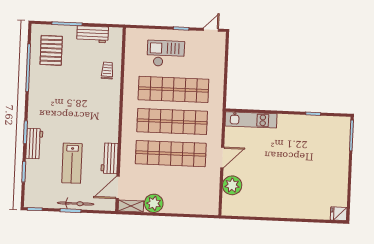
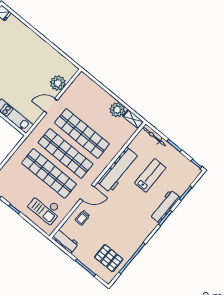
workbench: (93, 34) -> (65, 241), moved
pallet: (51, 50) -> (109, 258), turned 90
checkout: (166, 54) -> (45, 208), moved
workbench: (34, 144) -> (165, 206), width x1.38
workbench: (110, 158) -> (118, 170), width x1.87, depth x1.32
door: (118, 187) -> (87, 193), moved
bicycle: (76, 204) -> (154, 137), moved

